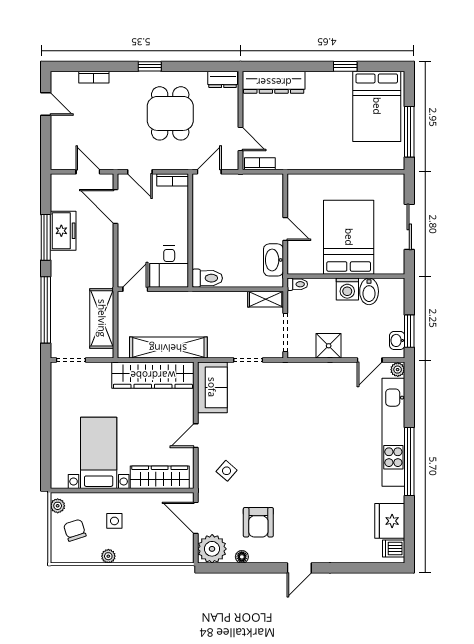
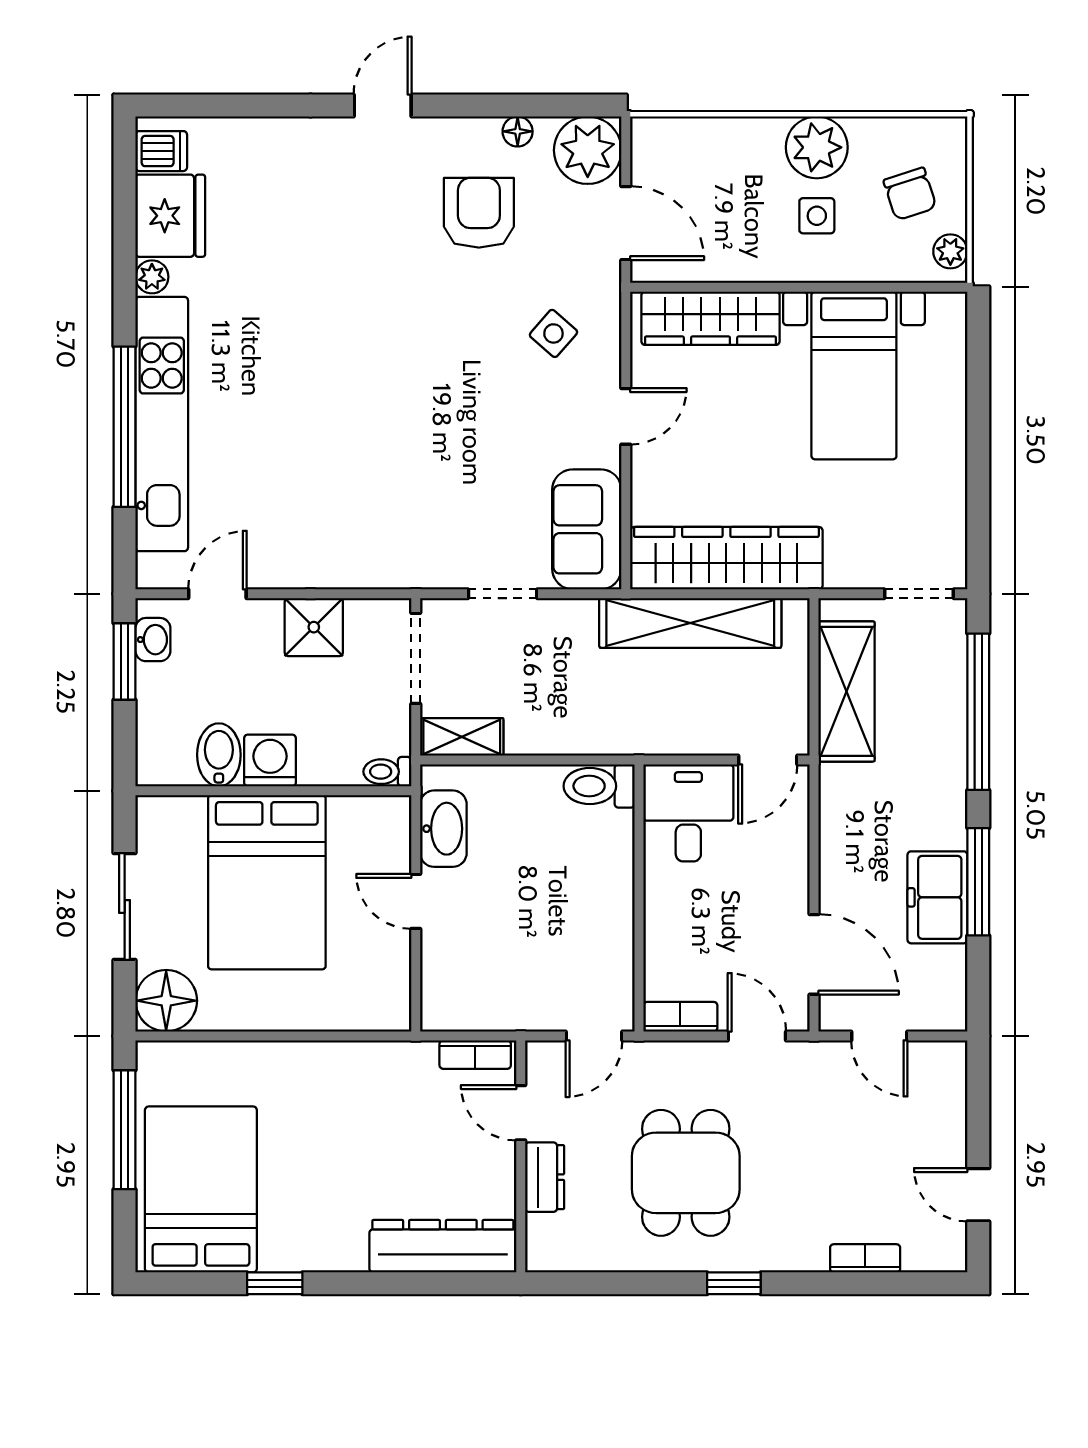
dresser: (223, 79) -> (545, 1177), moved, turned 90
floor lamp: (391, 187) -> (166, 1001), added
plant: (398, 370) -> (152, 277), moved
window: (409, 462) -> (125, 427), moved
plant: (108, 556) -> (817, 147), width x1.88, depth x1.88

